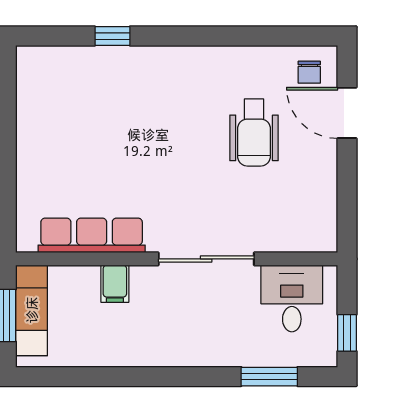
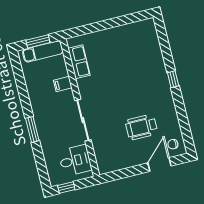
window: (112, 36) -> (173, 79), moved
row of seats: (92, 235) -> (79, 62), width x0.68
window: (269, 377) -> (32, 129), moved

